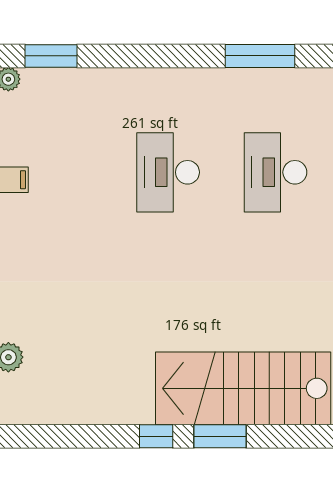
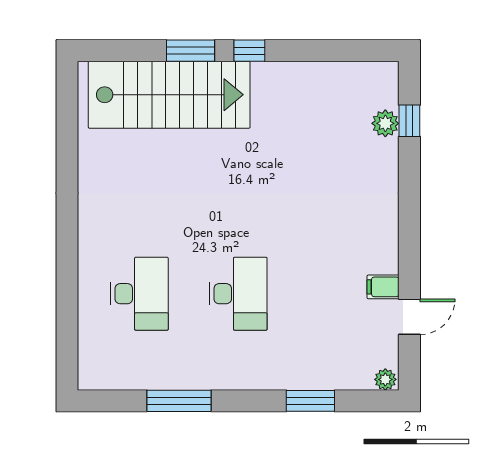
window: (51, 56) -> (310, 401), moved
window: (260, 56) -> (179, 401), moved

